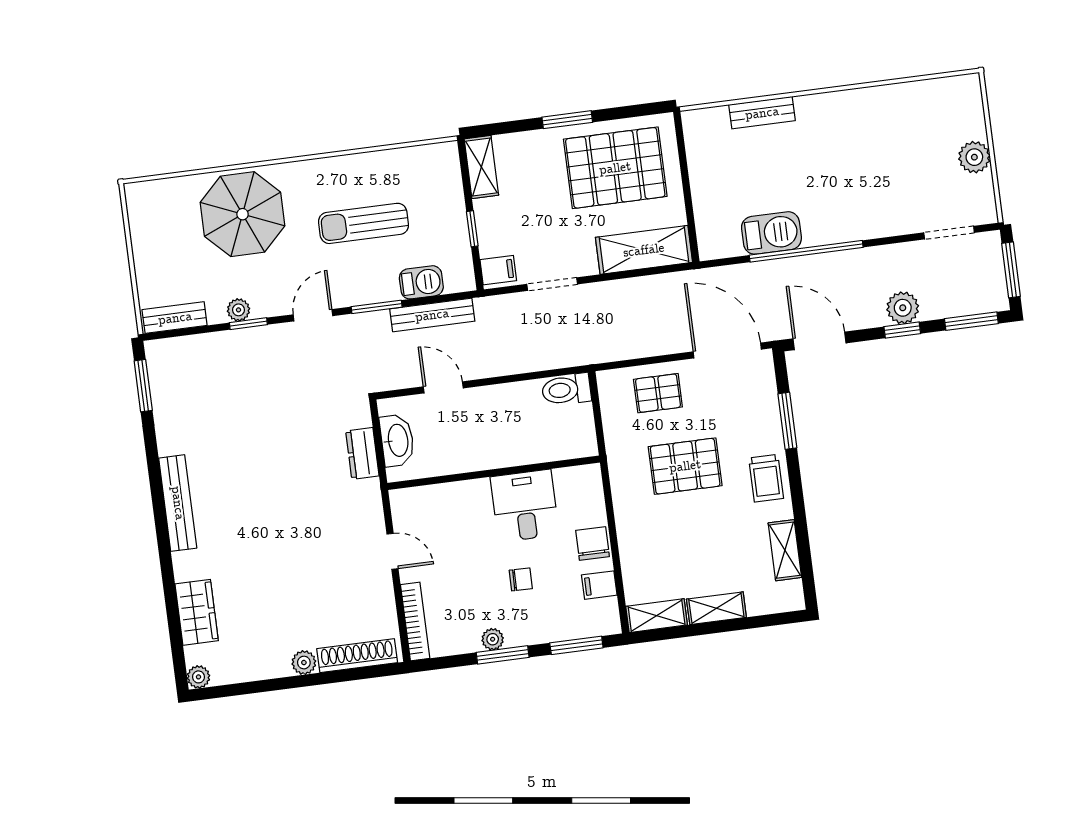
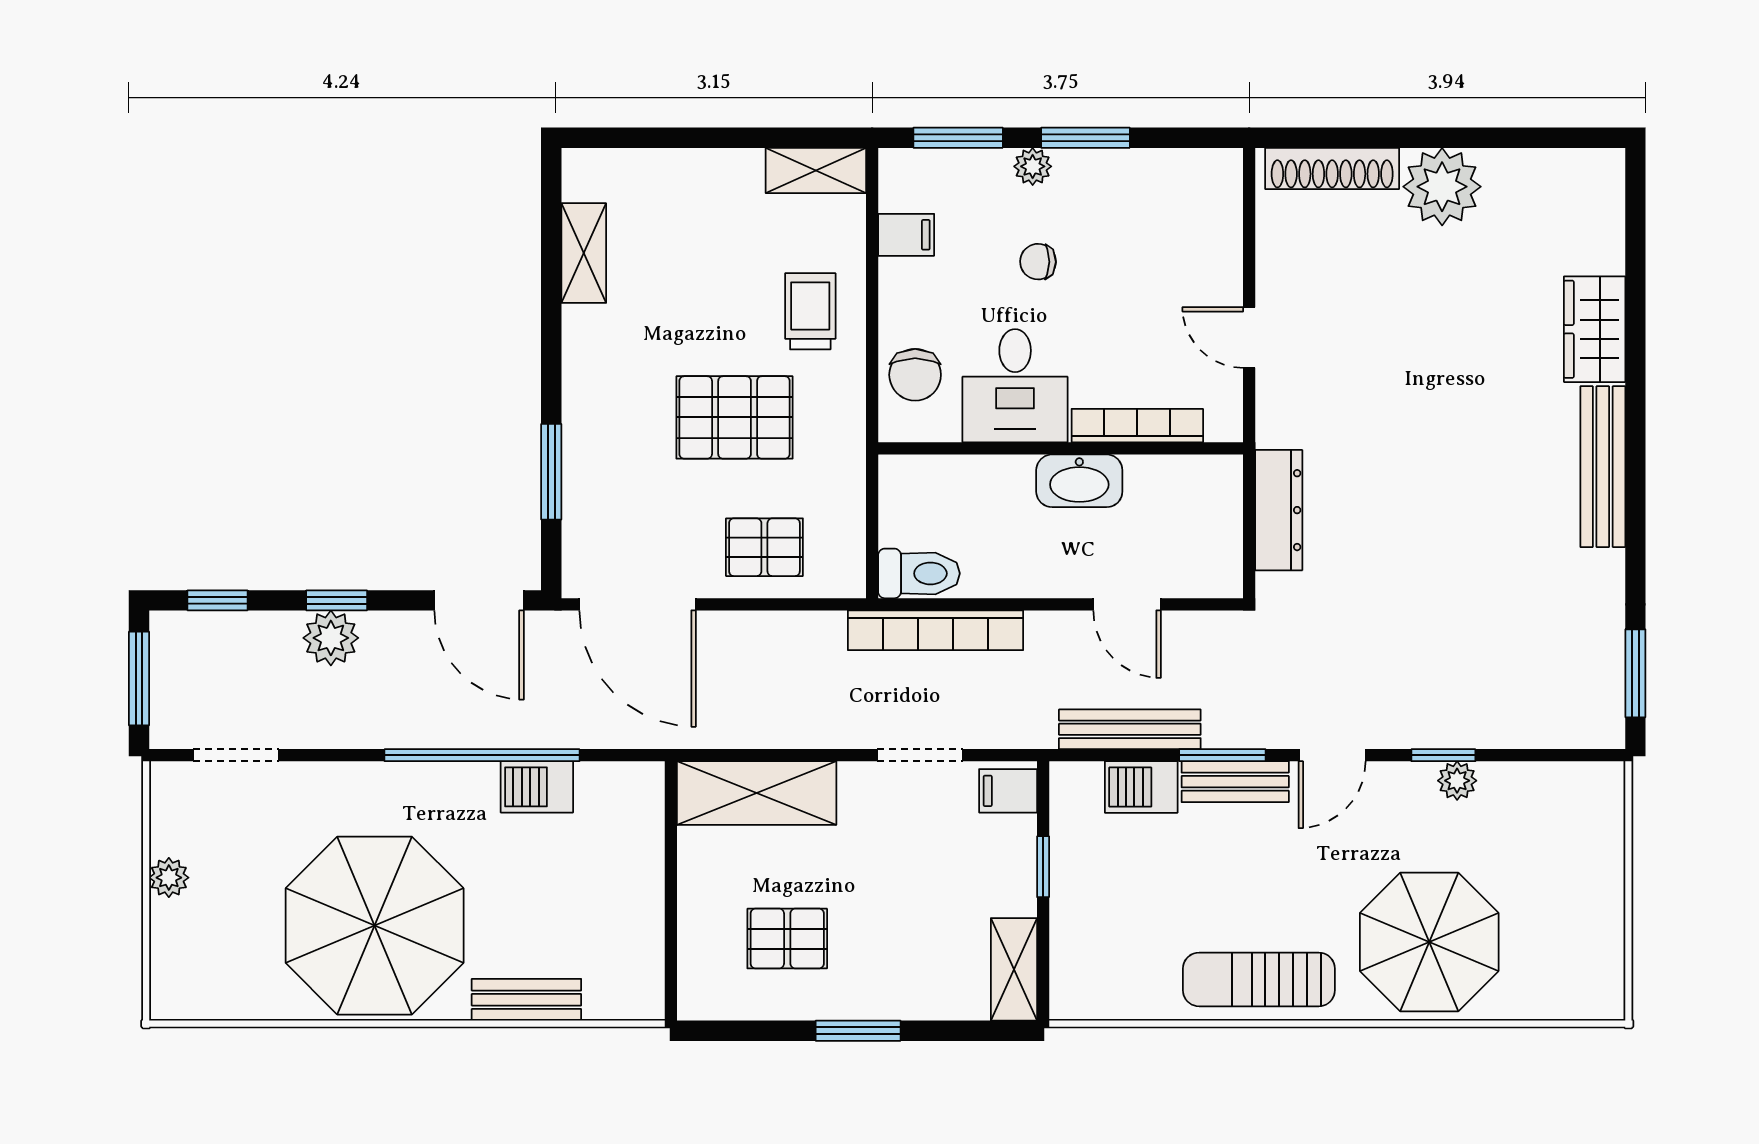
parasol: (856, 144) -> (375, 926), added
plant: (974, 157) -> (169, 878), width x0.73, depth x0.73
pallet: (615, 168) -> (787, 939), width x0.49, depth x0.50
sun lounger: (363, 223) -> (1259, 979), moved, turned 180
barbecue: (771, 233) -> (537, 787), width x0.73, depth x0.79
bench: (175, 318) -> (1235, 782), moved
window: (971, 321) -> (218, 600), width x0.67
bookcase: (552, 358) -> (936, 630), added
washbasin: (397, 440) -> (1079, 481), moved, turned -90
dresser: (362, 453) -> (1279, 510), width x1.44
trolley: (766, 478) -> (810, 311), moved
chair: (593, 544) -> (915, 375), moved
shelving: (716, 608) -> (713, 170), removed
wardrobe: (197, 612) -> (1595, 329), moved
bookcase: (415, 622) -> (1137, 426), moved, turned 90
plant: (493, 639) -> (1033, 166), moved
plant: (304, 663) -> (1442, 187), width x1.87, depth x1.87
plant: (198, 677) -> (1606, 167), removed

